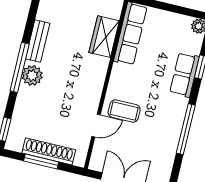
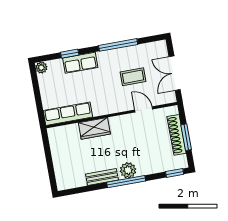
wardrobe: (104, 37) -> (94, 128), moved
coffee table: (124, 111) -> (133, 77), moved, turned 90

